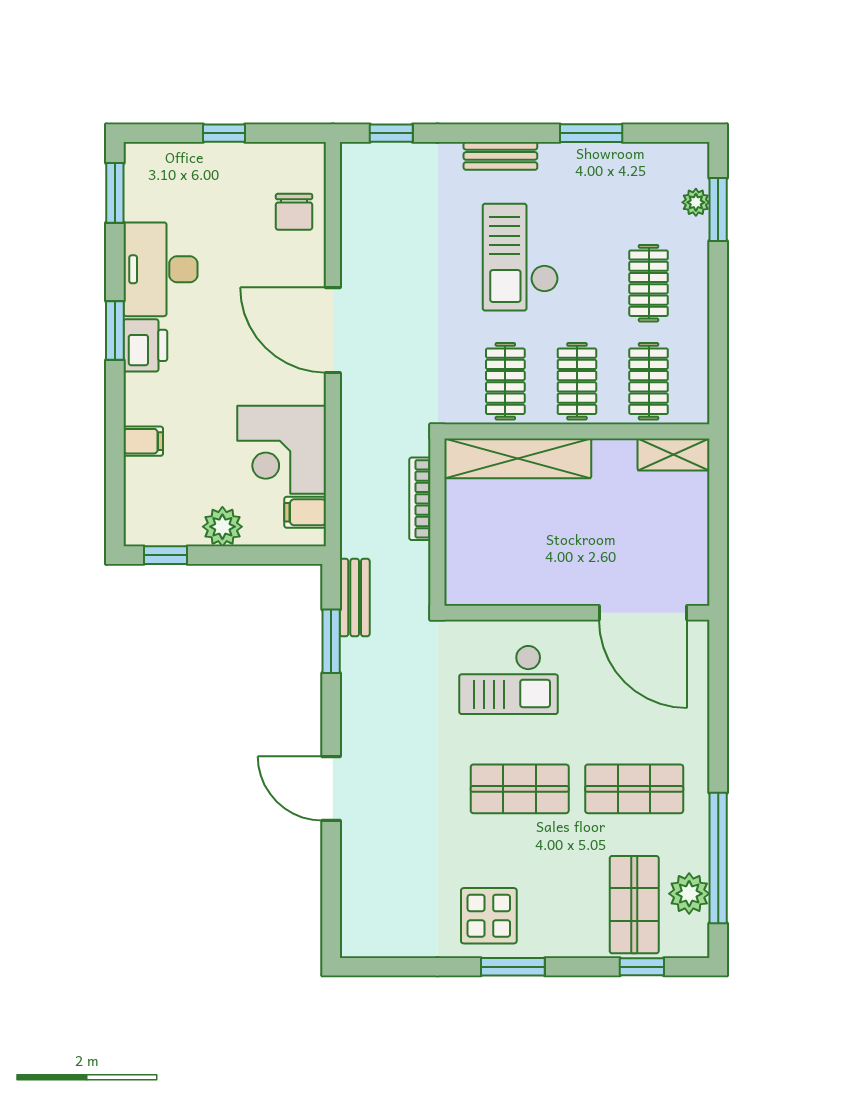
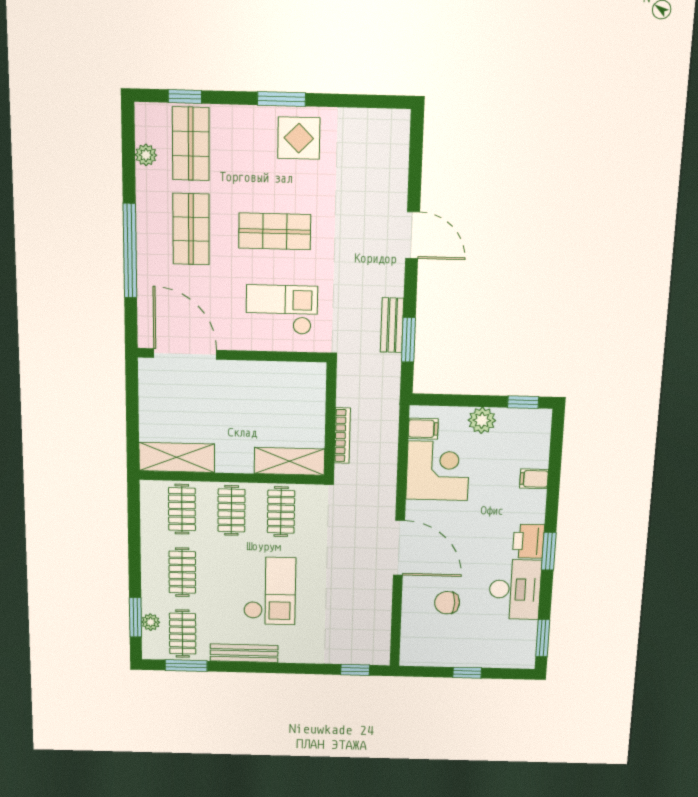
window: (591, 133) -> (186, 666), moved
bench: (500, 156) -> (244, 653), moved, width x1.36
clothes rail: (649, 185) -> (183, 634), added
chair: (294, 212) -> (447, 603), moved, turned -90
shelving: (674, 455) -> (177, 457), width x1.50, depth x1.33
shelving: (518, 458) -> (289, 461), width x0.68
bench: (355, 597) -> (392, 325), moved
shop shelf: (634, 789) -> (191, 229), turned 90
window: (718, 858) -> (130, 251), moved
plant: (689, 894) -> (146, 155), width x0.73, depth x0.73

